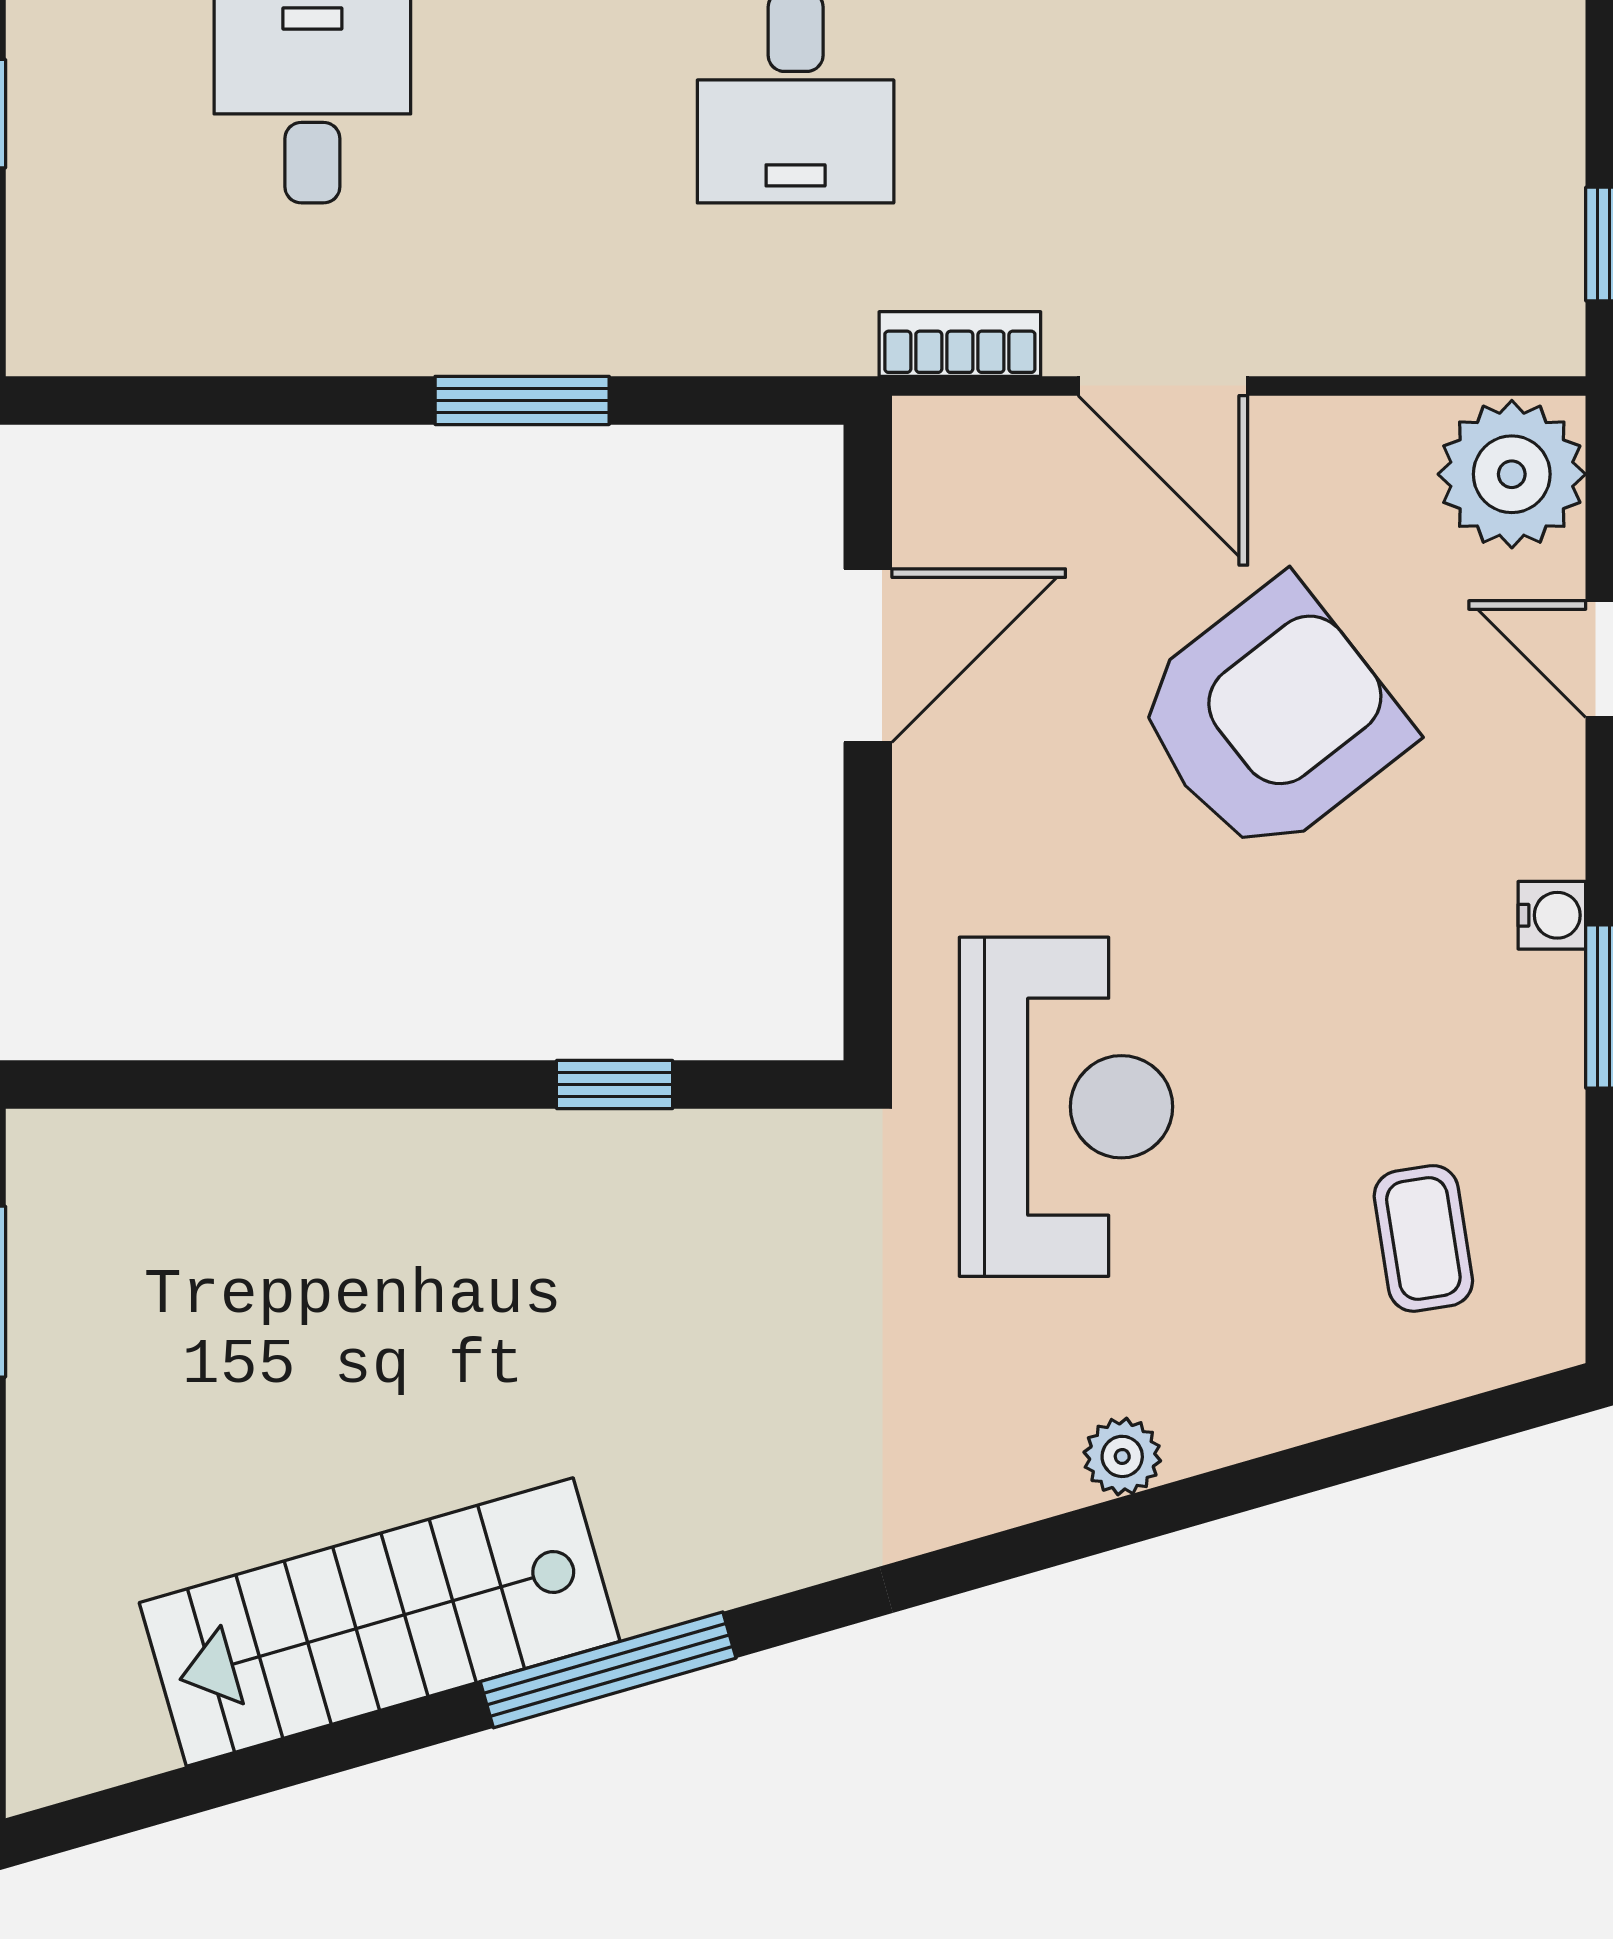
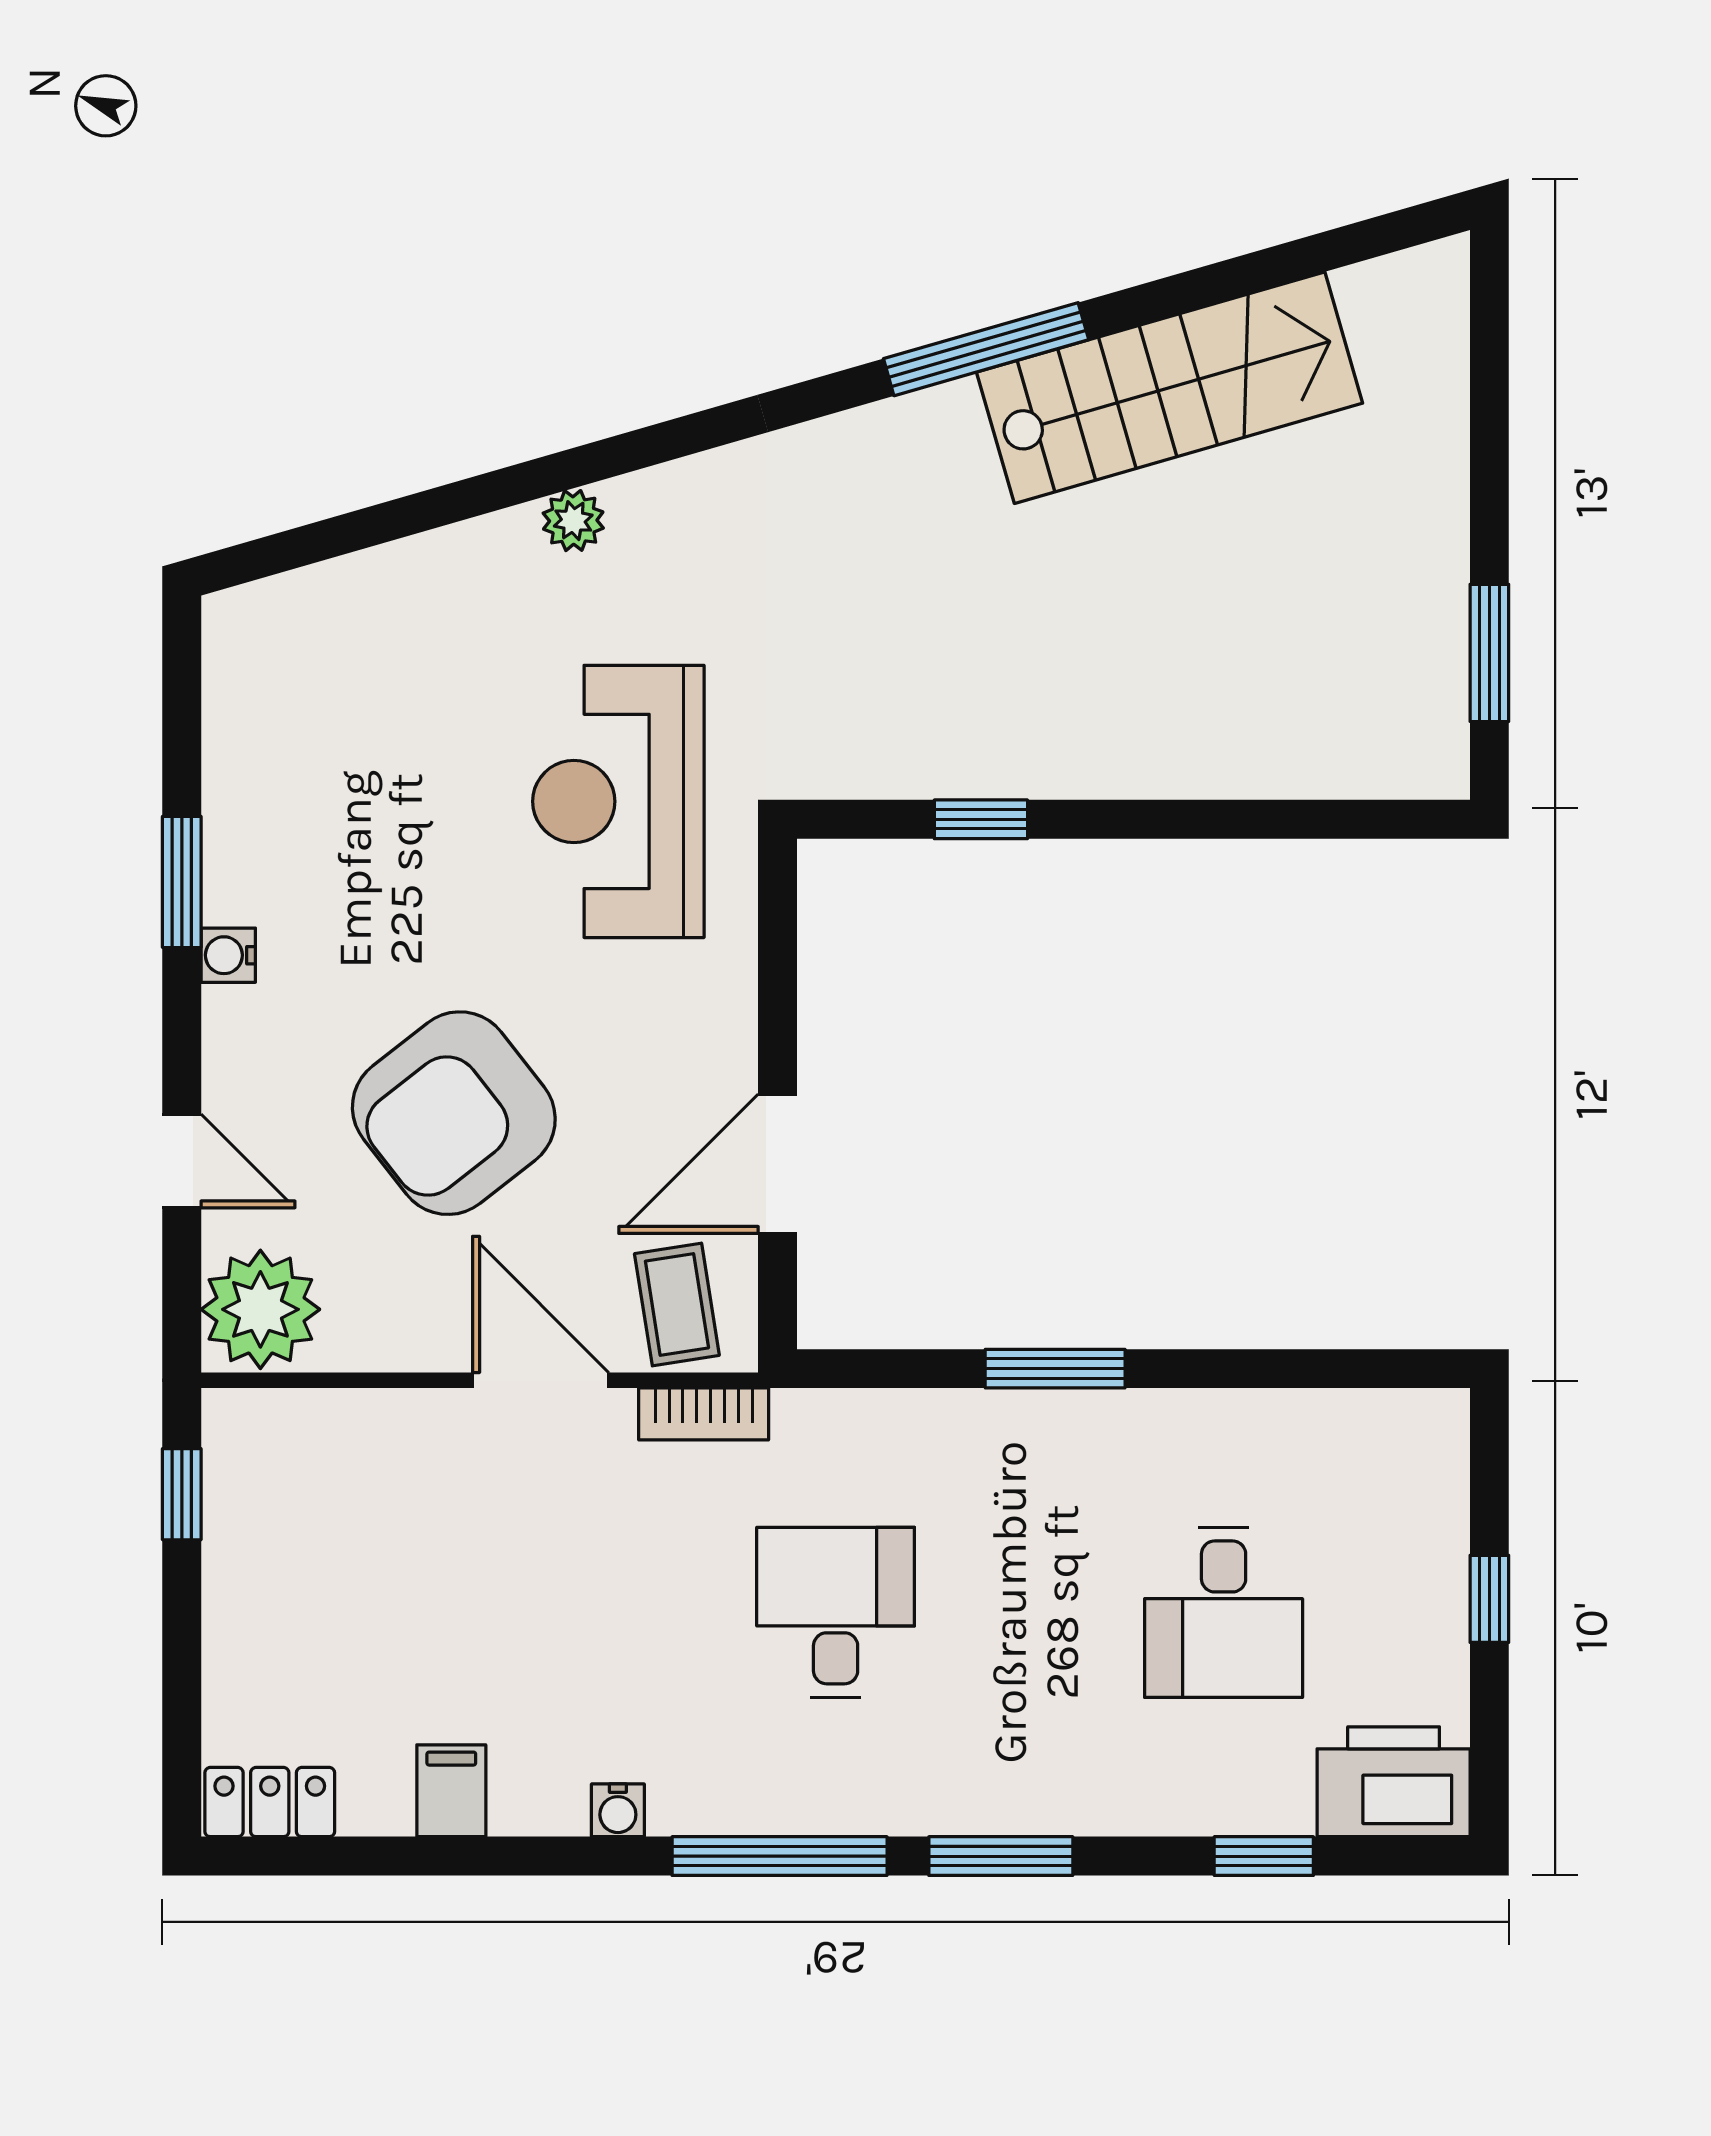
coffee table: (1423, 1238) -> (677, 1305), moved

